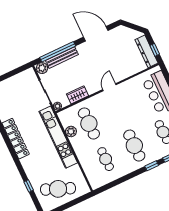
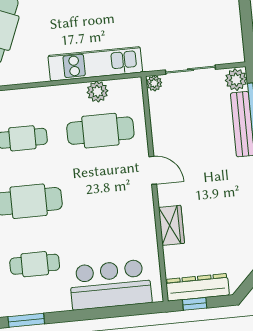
door: (109, 87) -> (153, 170), moved
wardrobe: (77, 95) -> (171, 225), moved
kitchen unit: (58, 137) -> (95, 64), width x0.73

